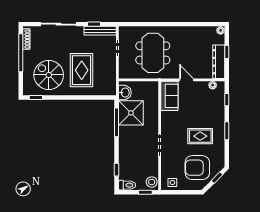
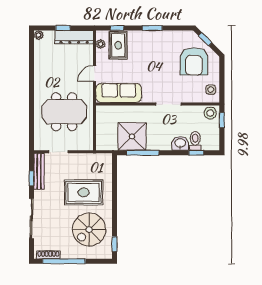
washbasin: (125, 93) -> (180, 143), moved
sofa: (169, 96) -> (119, 93), width x1.36
rug: (200, 136) -> (118, 45), moved
toilet: (127, 185) -> (195, 141), moved

